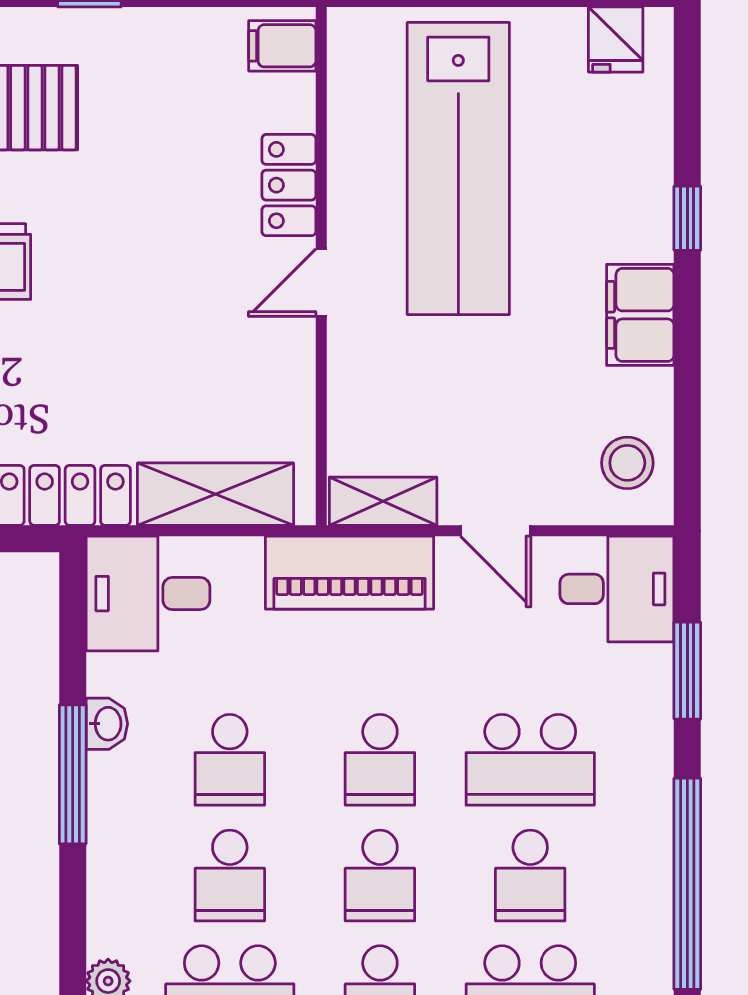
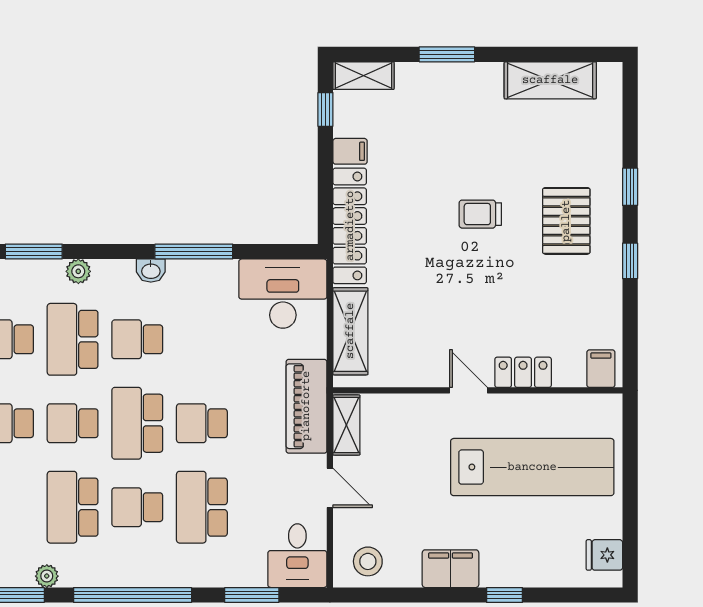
lab bench: (458, 169) -> (532, 467), turned 180
door: (496, 531) -> (330, 488), swing flipped
desk: (148, 594) -> (283, 294), width x1.37
washbasin: (107, 724) -> (151, 271), moved
school desk: (230, 760) -> (202, 339), removed
school desk: (380, 875) -> (137, 423), width x1.85

